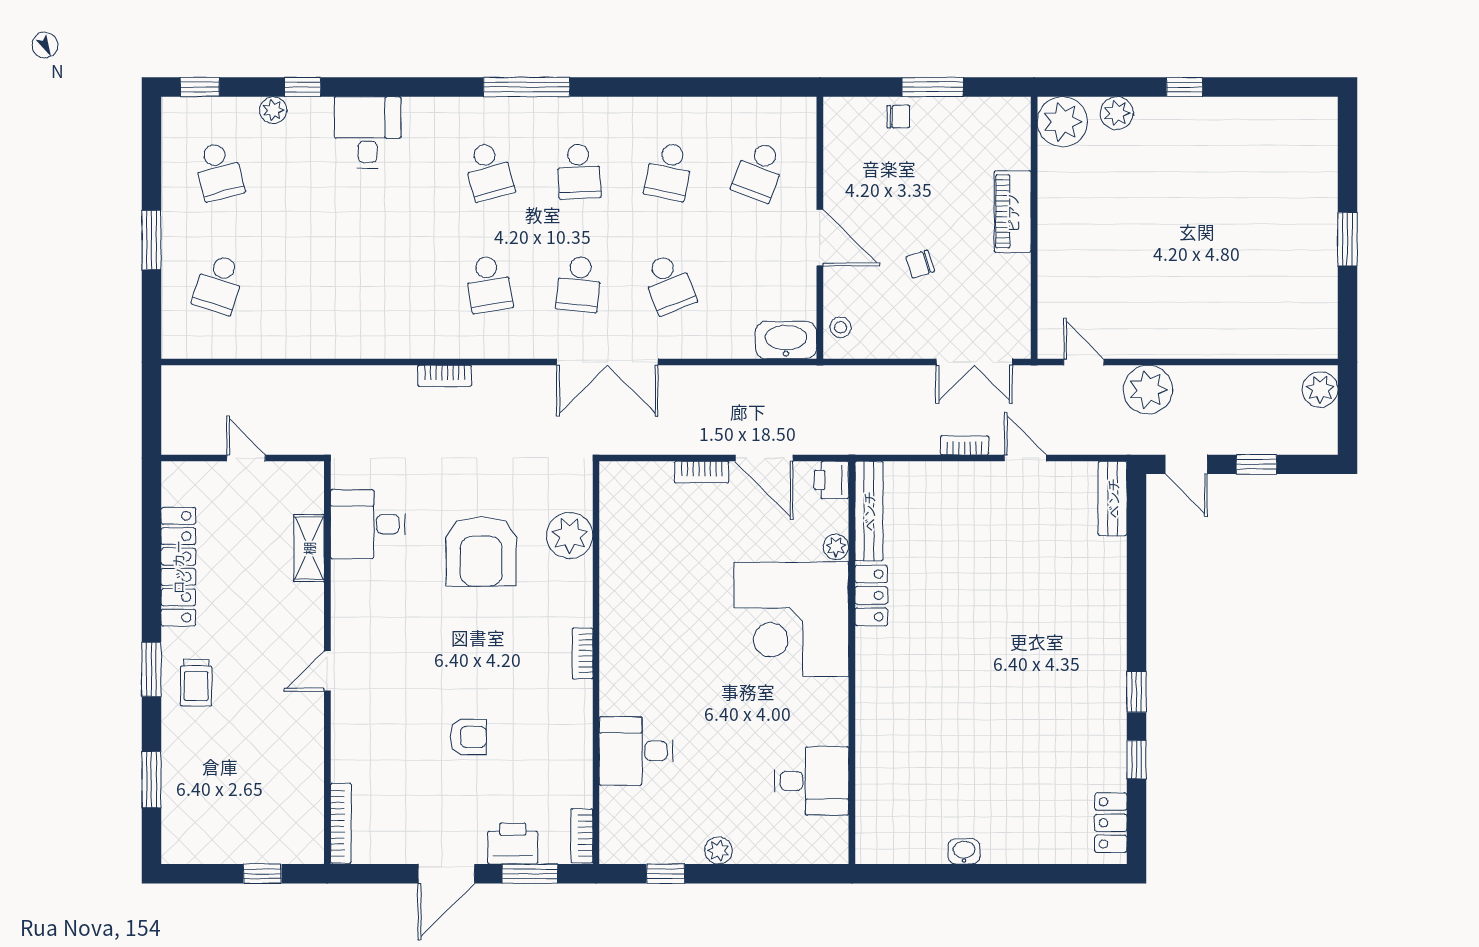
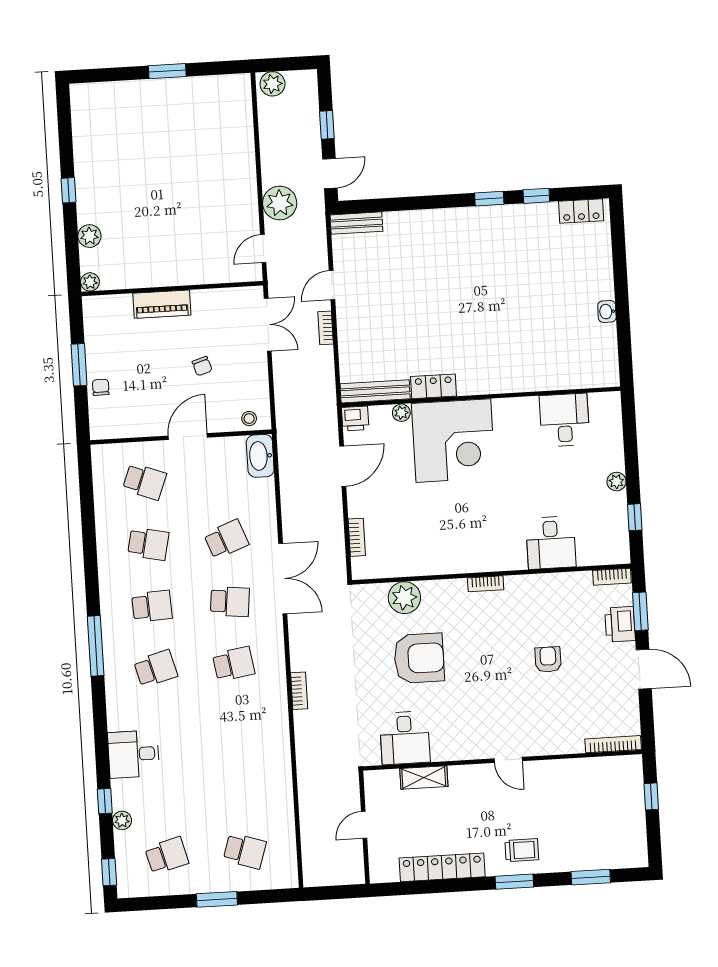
plant: (1062, 122) -> (90, 282), width x0.53, depth x0.53
bookcase: (702, 472) -> (357, 537), moved

